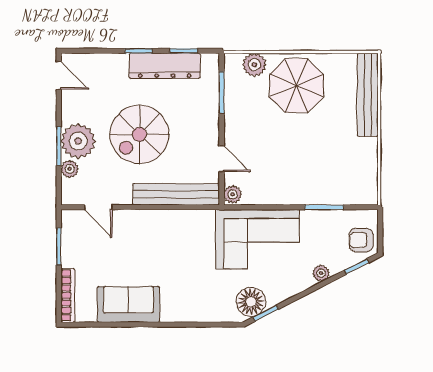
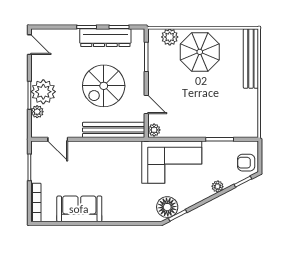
spiral stairs: (139, 134) -> (104, 86), moved

